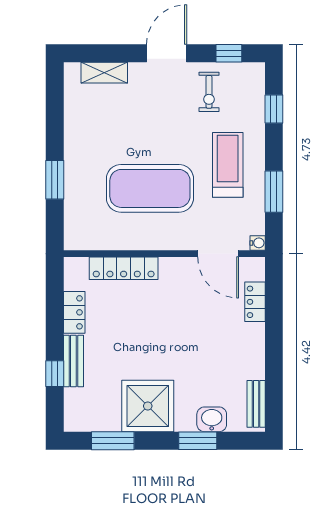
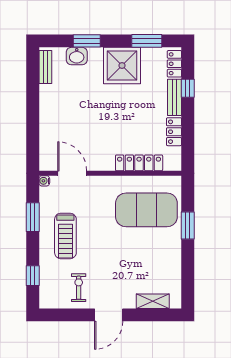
window: (229, 53) -> (65, 315), removed
exercise mat: (150, 188) -> (146, 210), moved
locker: (255, 302) -> (174, 64), moved, turned 180

